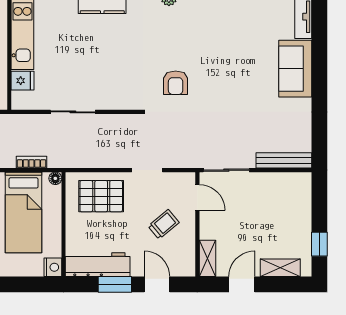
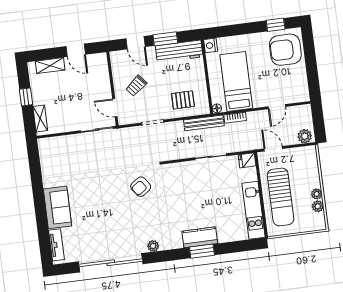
fridge: (22, 81) -> (247, 160), moved
armchair: (176, 83) -> (141, 187), turned -126
bench: (284, 160) -> (204, 123), moved
pallet: (101, 196) -> (183, 100), width x0.67, depth x0.71
window: (319, 244) -> (26, 97), moved
shelving: (207, 258) -> (40, 119), moved
door: (242, 284) -> (76, 50), hinge flipped

